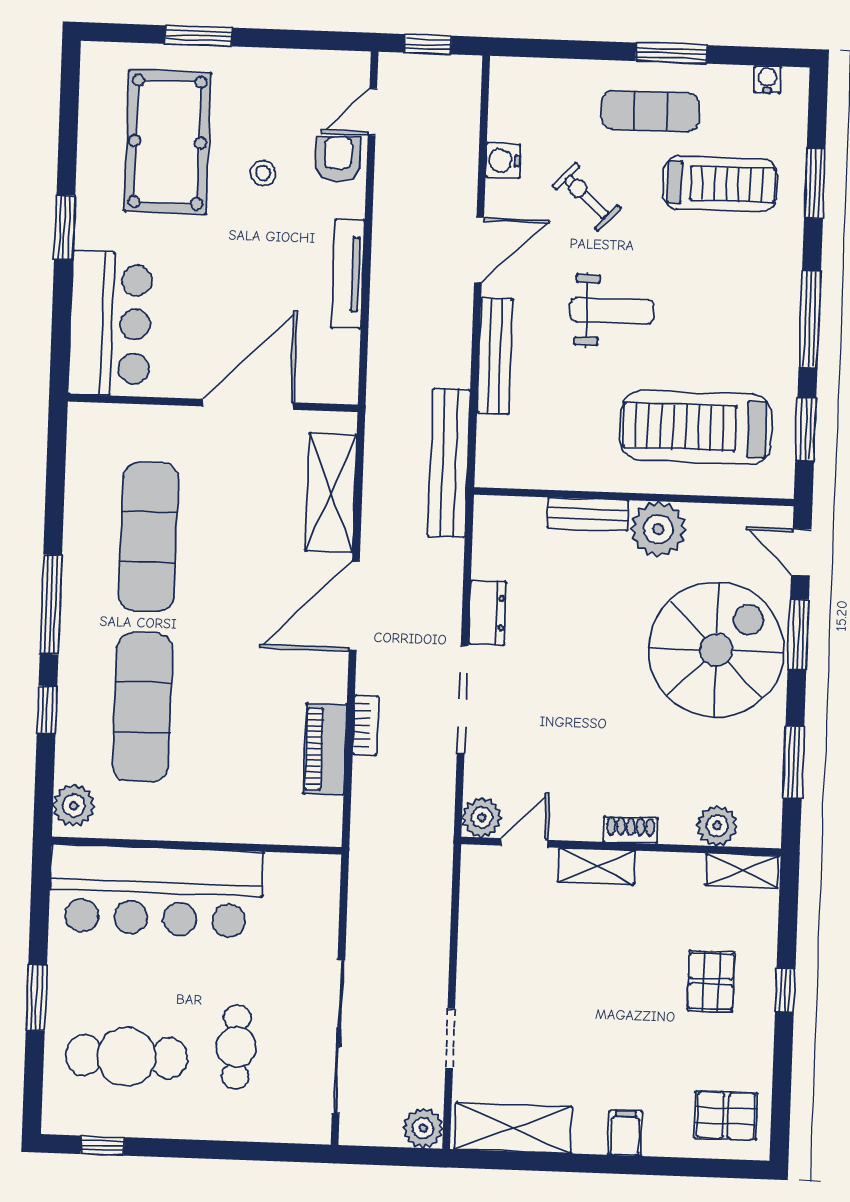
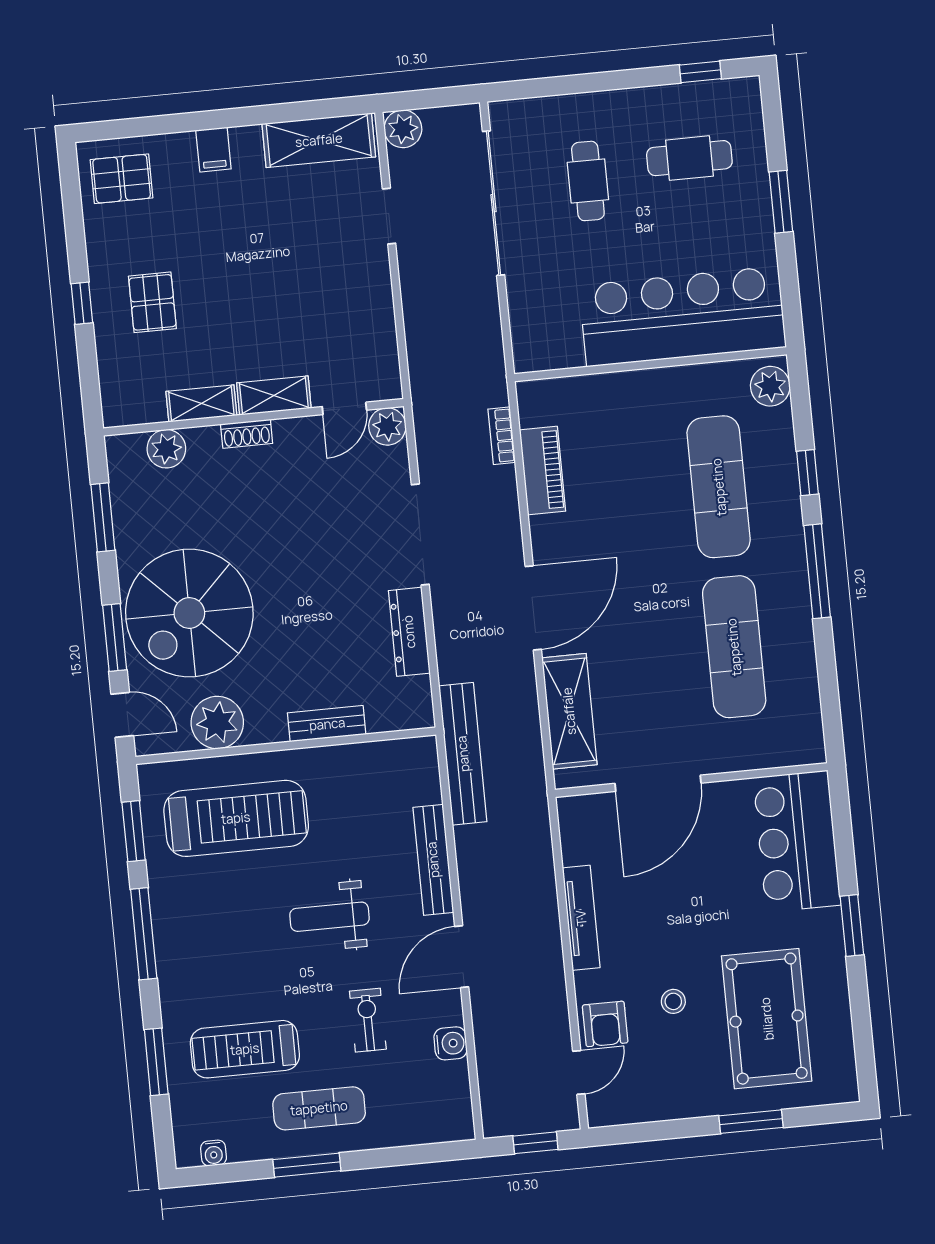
exercise bike: (587, 197) -> (368, 1020), turned -133
plant: (658, 529) -> (217, 723), moved
dresser: (487, 613) -> (409, 632), width x1.44
bookcase: (365, 725) -> (502, 436), moved
shelving: (742, 871) -> (201, 403), moved
cafe table: (126, 1057) -> (689, 158), width x0.73, depth x0.74

